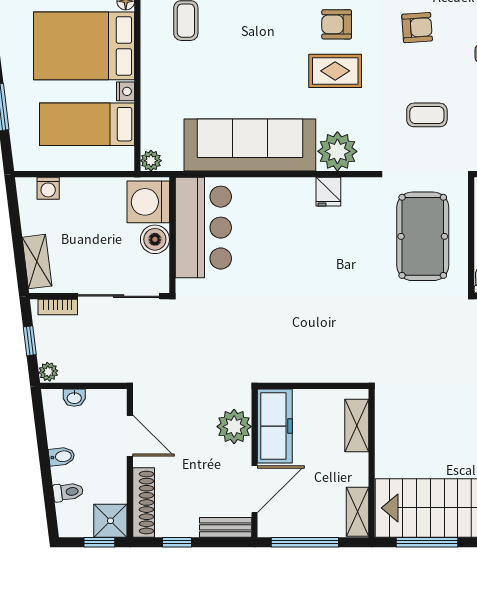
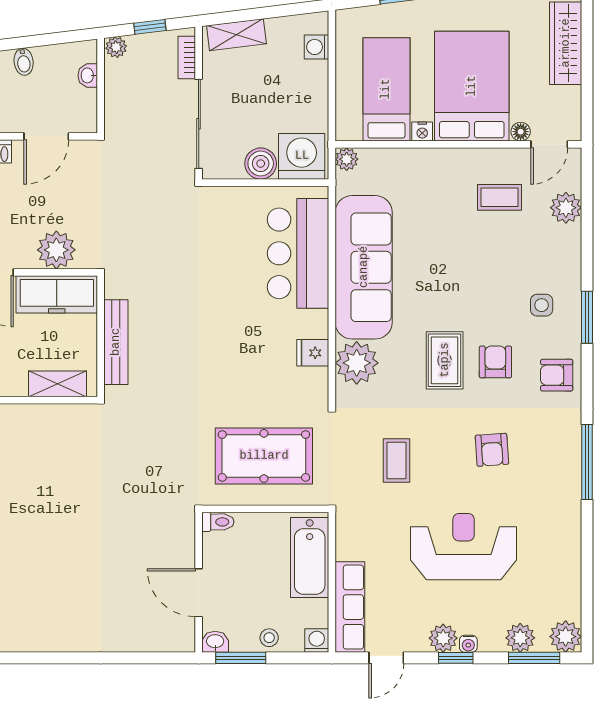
bar counter: (203, 228) -> (298, 253), moved, turned 90
bench: (319, 372) -> (116, 342), added

